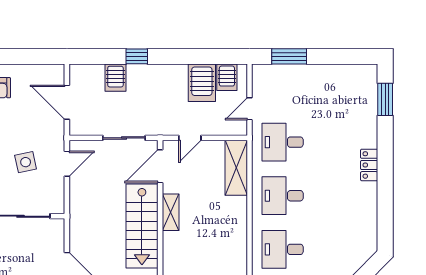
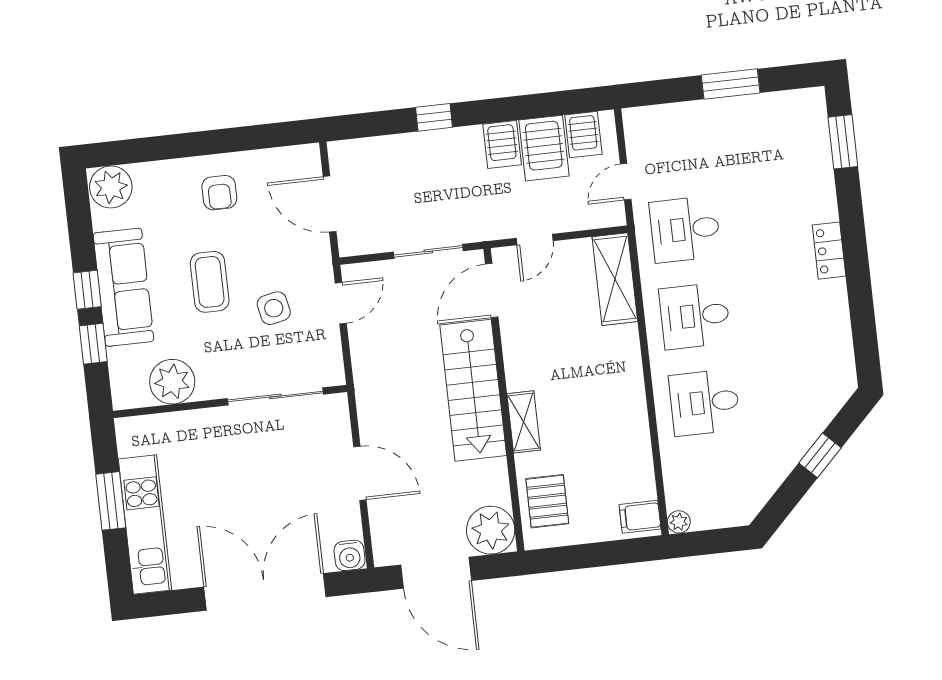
window: (289, 56) -> (731, 84), moved
server rack: (115, 78) -> (502, 144), moved
shelving: (171, 212) -> (524, 422), moved

